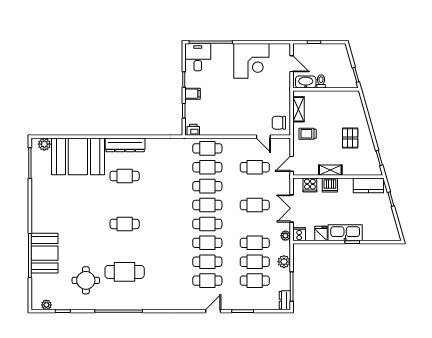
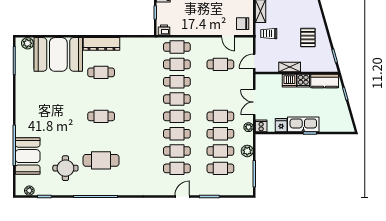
cooker: (310, 185) -> (303, 81), moved
cafe table: (255, 205) -> (220, 116), moved
booth: (45, 253) -> (28, 156), moved
dresser: (285, 300) -> (248, 186), removed

